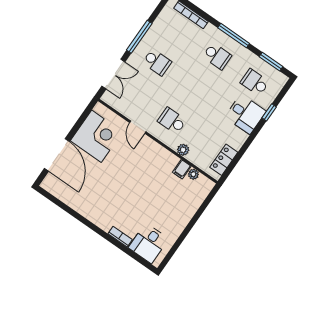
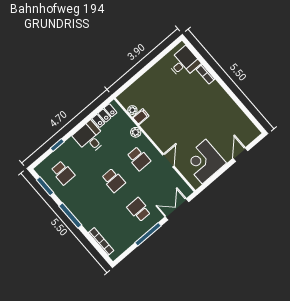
school desk: (217, 56) -> (113, 180), moved, turned 180
desk: (245, 114) -> (90, 138), moved
door: (57, 155) -> (240, 154), width x0.53

